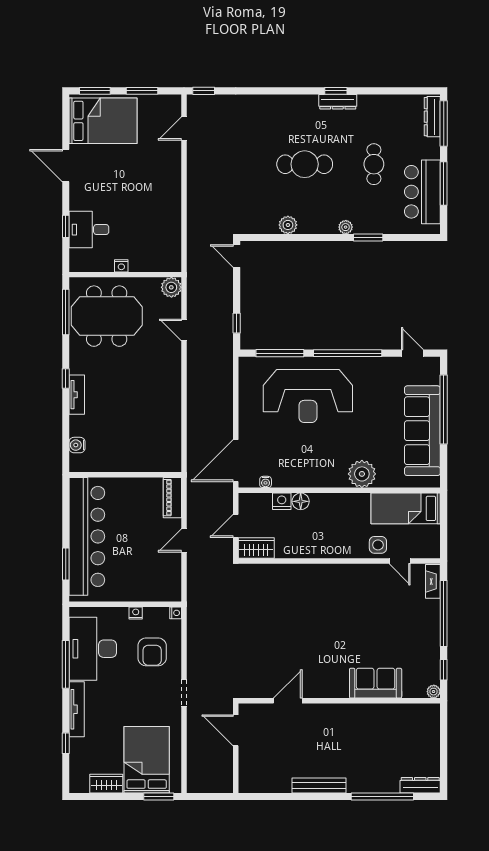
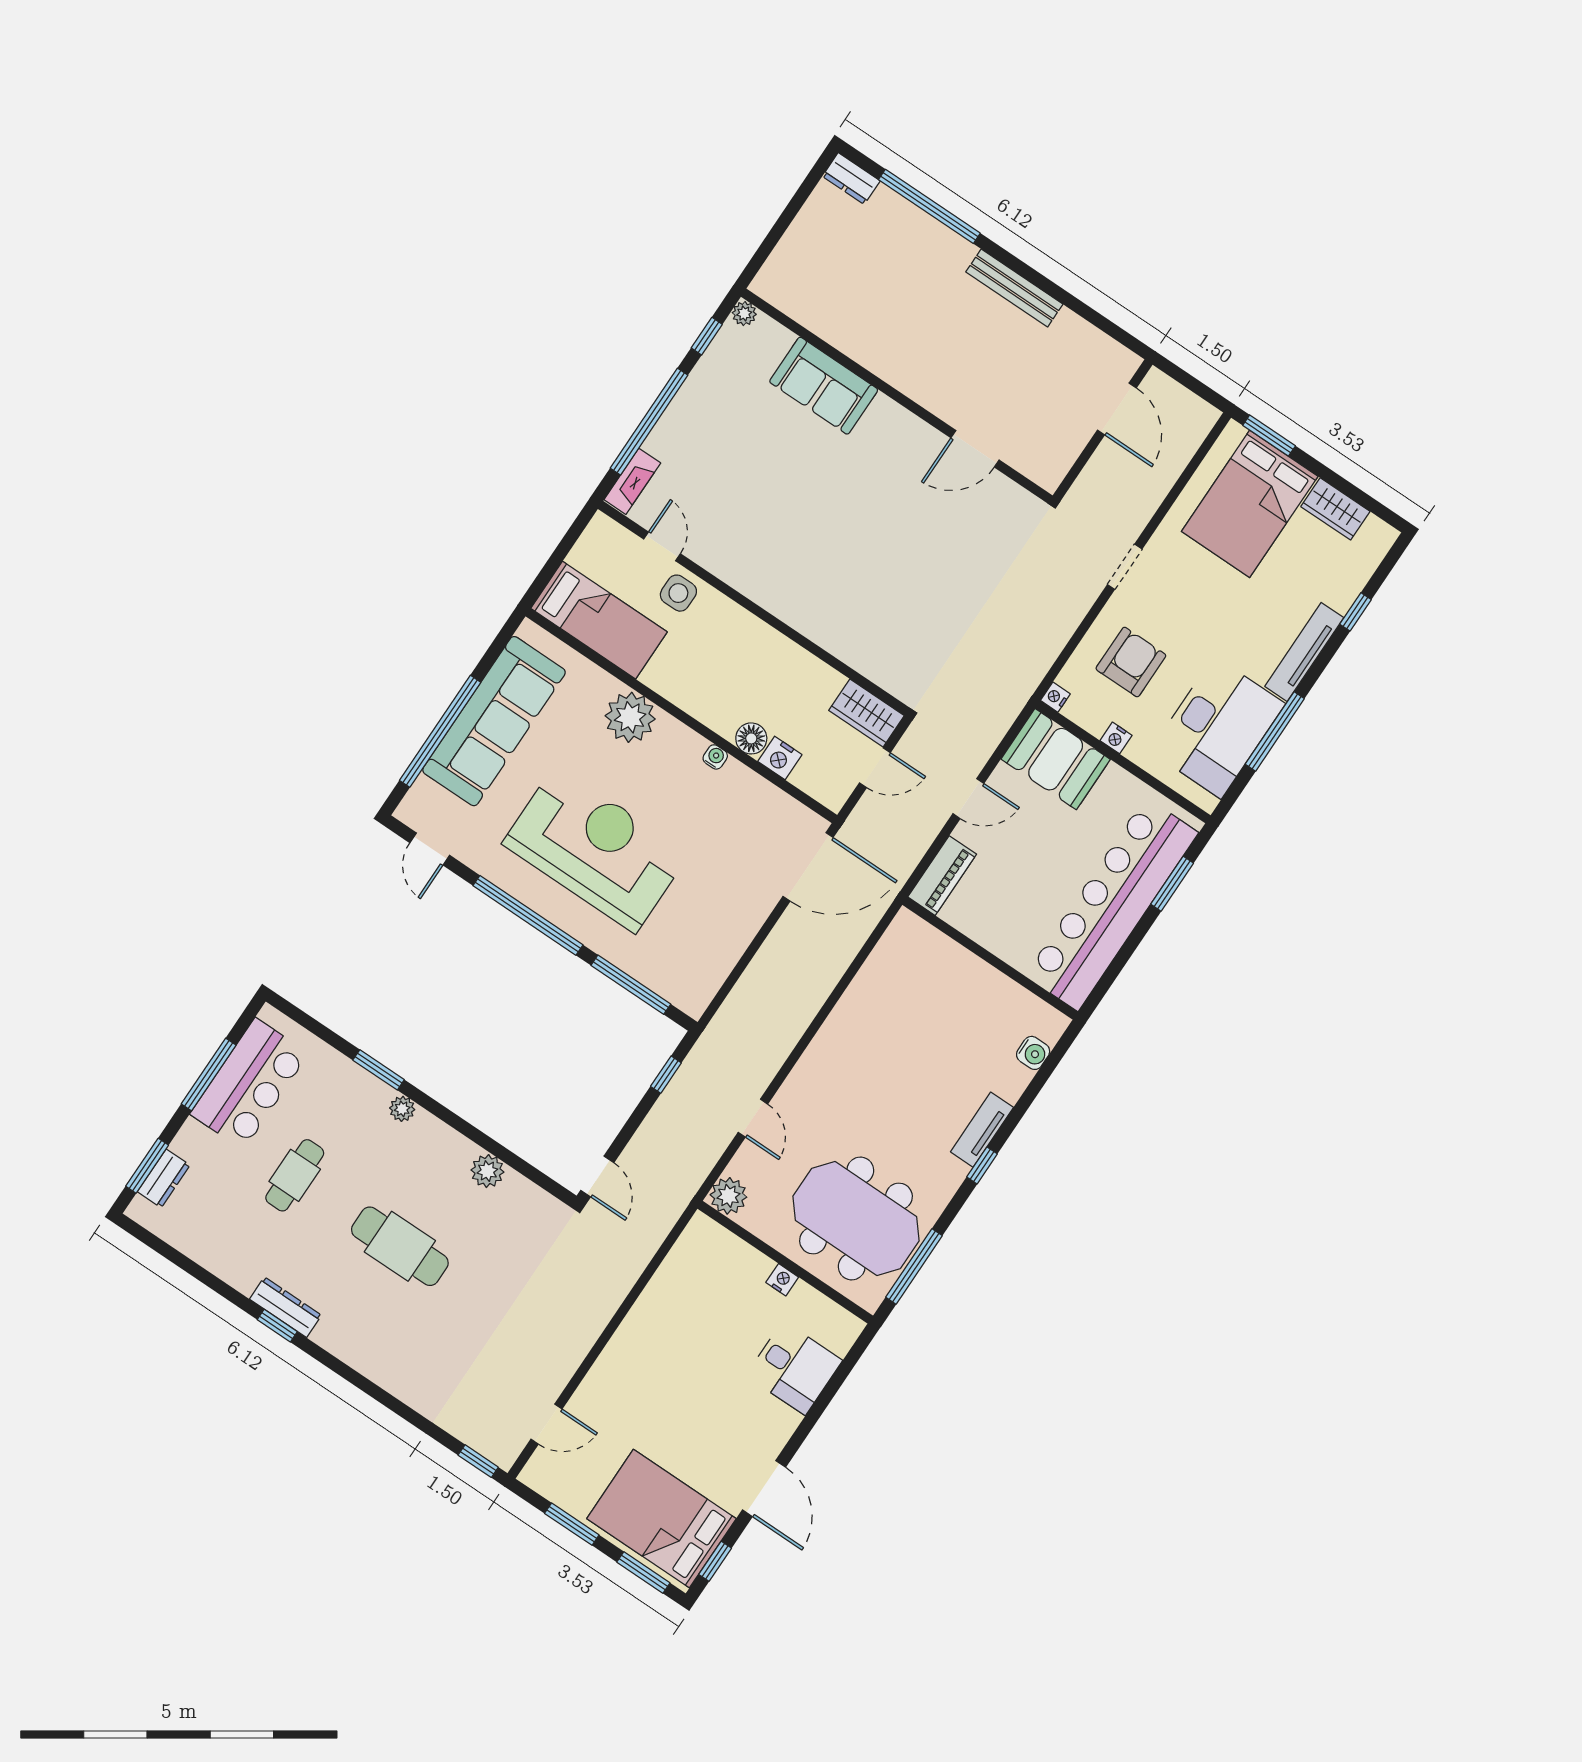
dresser: (432, 117) -> (164, 1178), width x0.70
window: (444, 124) -> (147, 1166), width x0.69
window: (66, 226) -> (715, 1561), moved
reception desk: (308, 396) -> (596, 849), moved
water cooler: (266, 482) -> (715, 757), moved
booth: (157, 585) -> (1056, 759), added
door: (236, 730) -> (1117, 409), moved
dresser: (420, 785) -> (851, 179), width x0.70

